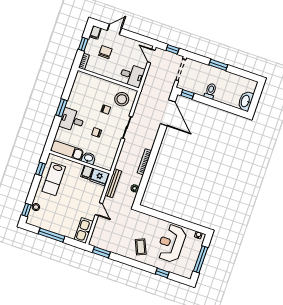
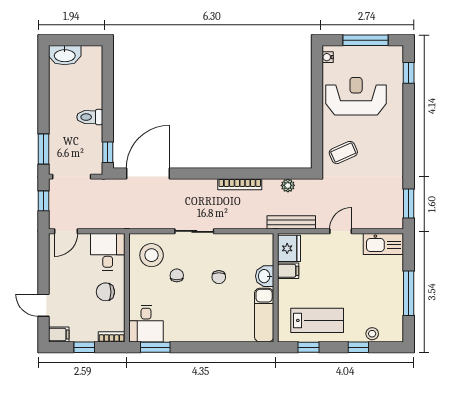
chair: (105, 52) -> (105, 292), moved
window: (218, 65) -> (43, 149), moved
washbasin: (246, 101) -> (65, 55), moved
window: (62, 108) -> (155, 347), moved
desk: (72, 120) -> (146, 324), moved
window: (27, 210) -> (358, 347), moved
reception desk: (171, 243) -> (356, 96), turned 180
coffee table: (141, 247) -> (343, 153), moved
window: (162, 273) -> (409, 73), moved

